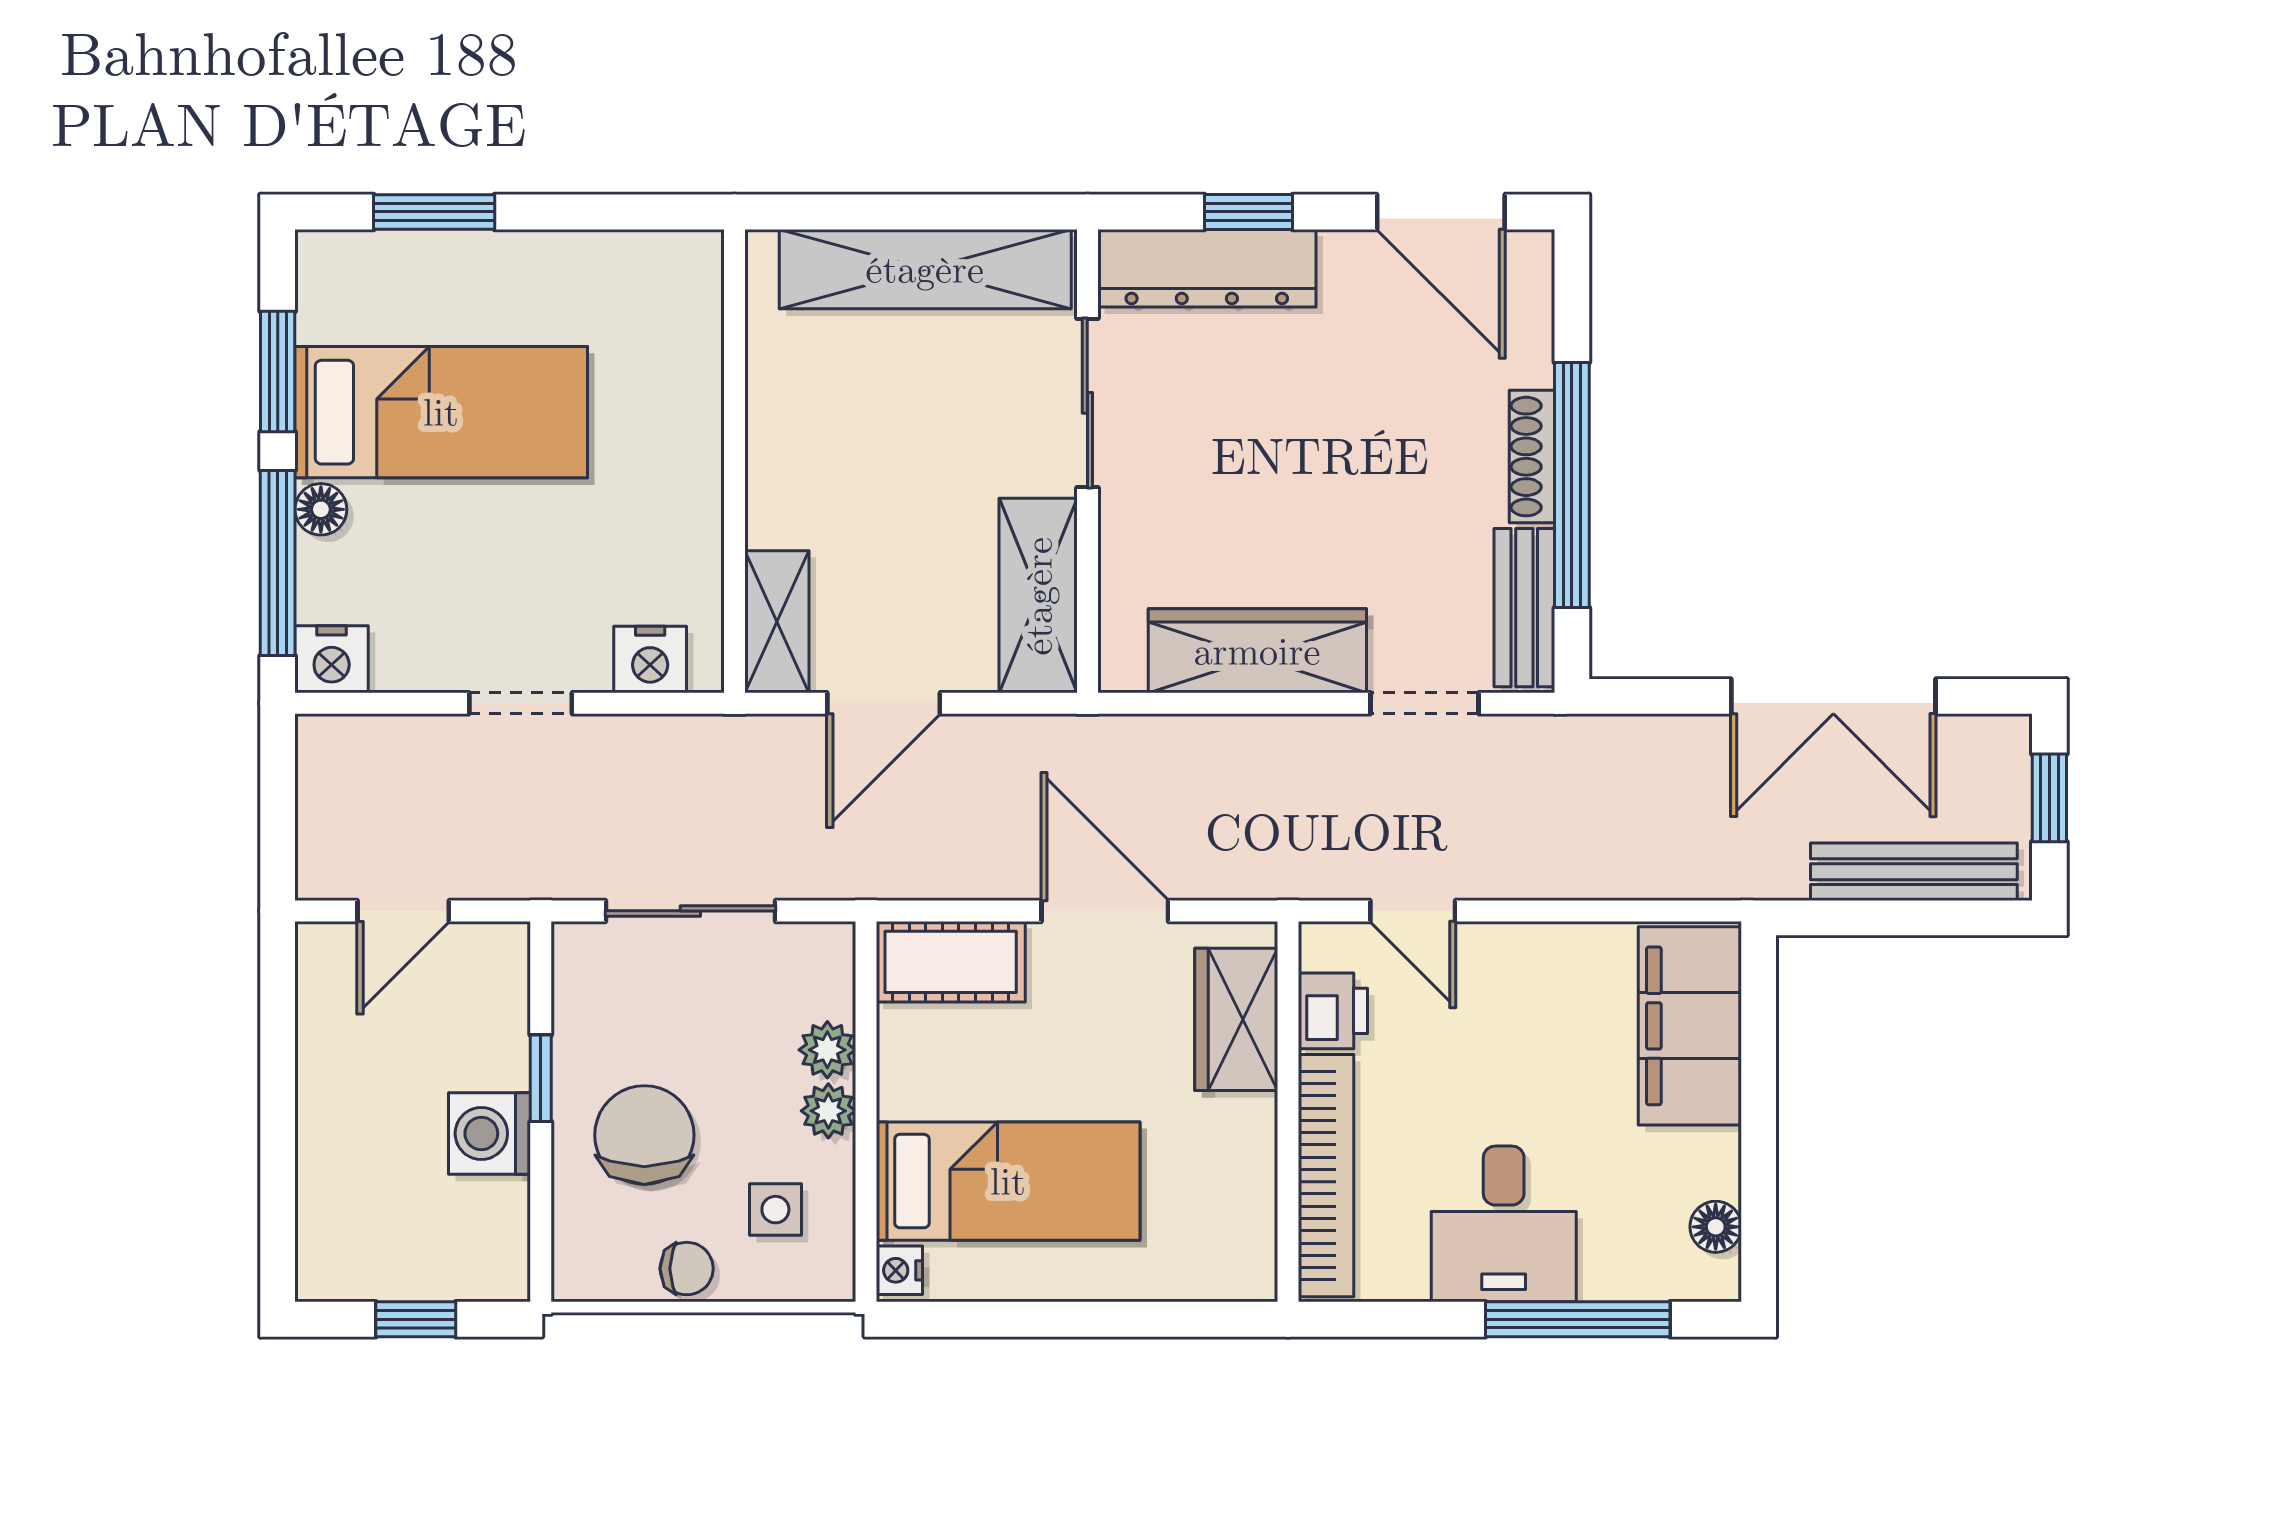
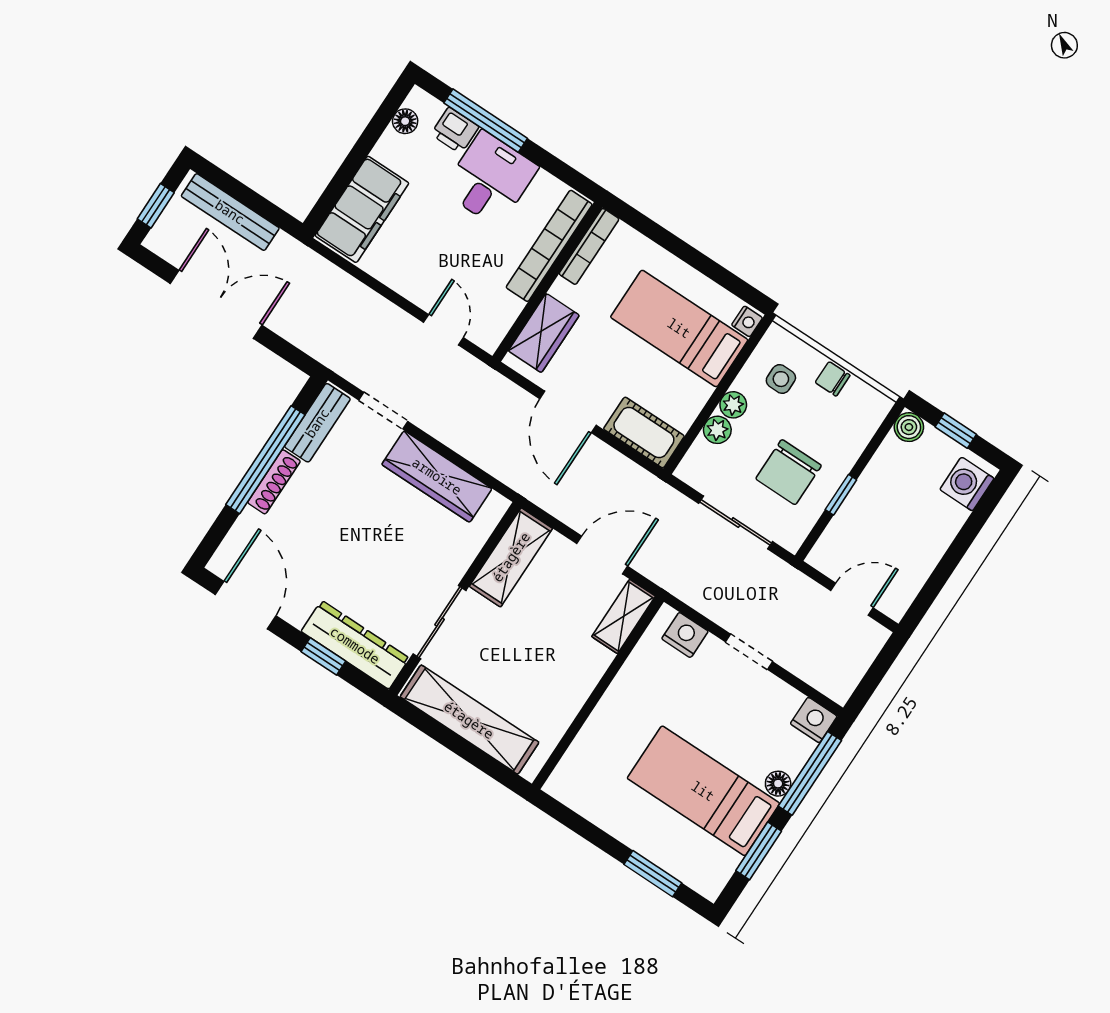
printer: (1333, 1011) -> (455, 130), moved, turned -90
washing machine: (489, 1133) -> (967, 484), moved, turned 180
chair: (644, 1135) -> (789, 472), moved
bookcase: (1257, 1220) -> (589, 246), added
boiler: (500, 1272) -> (909, 427), added

